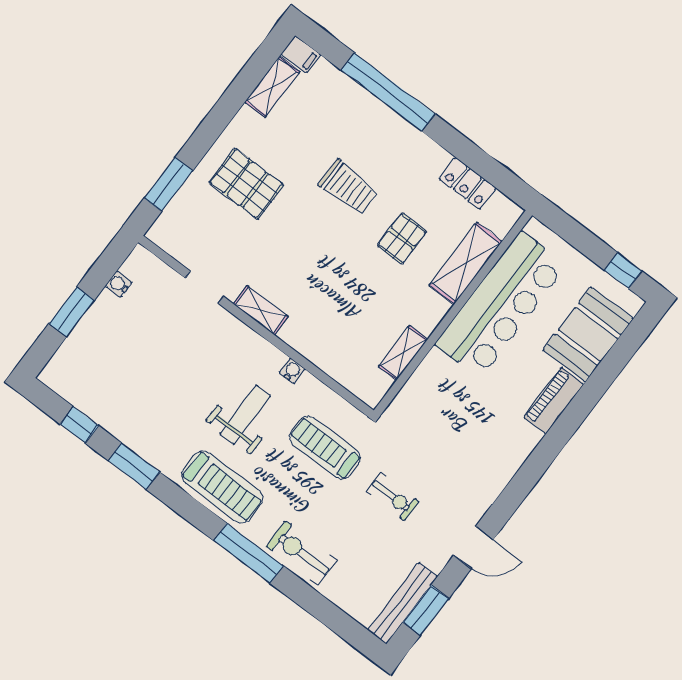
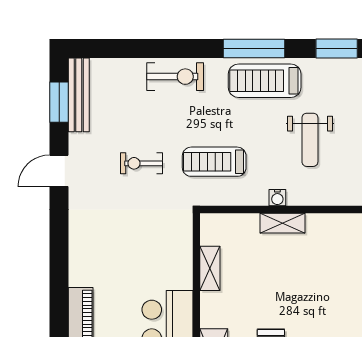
shelving: (261, 310) -> (282, 223), moved
weight bench: (245, 415) -> (310, 140), moved
treadmill: (325, 448) -> (214, 162), turned 180
window: (248, 553) -> (254, 49), moved

